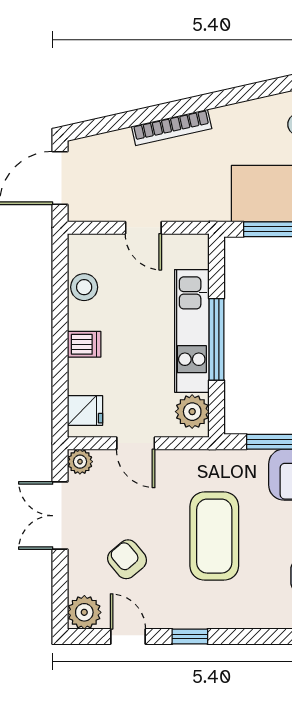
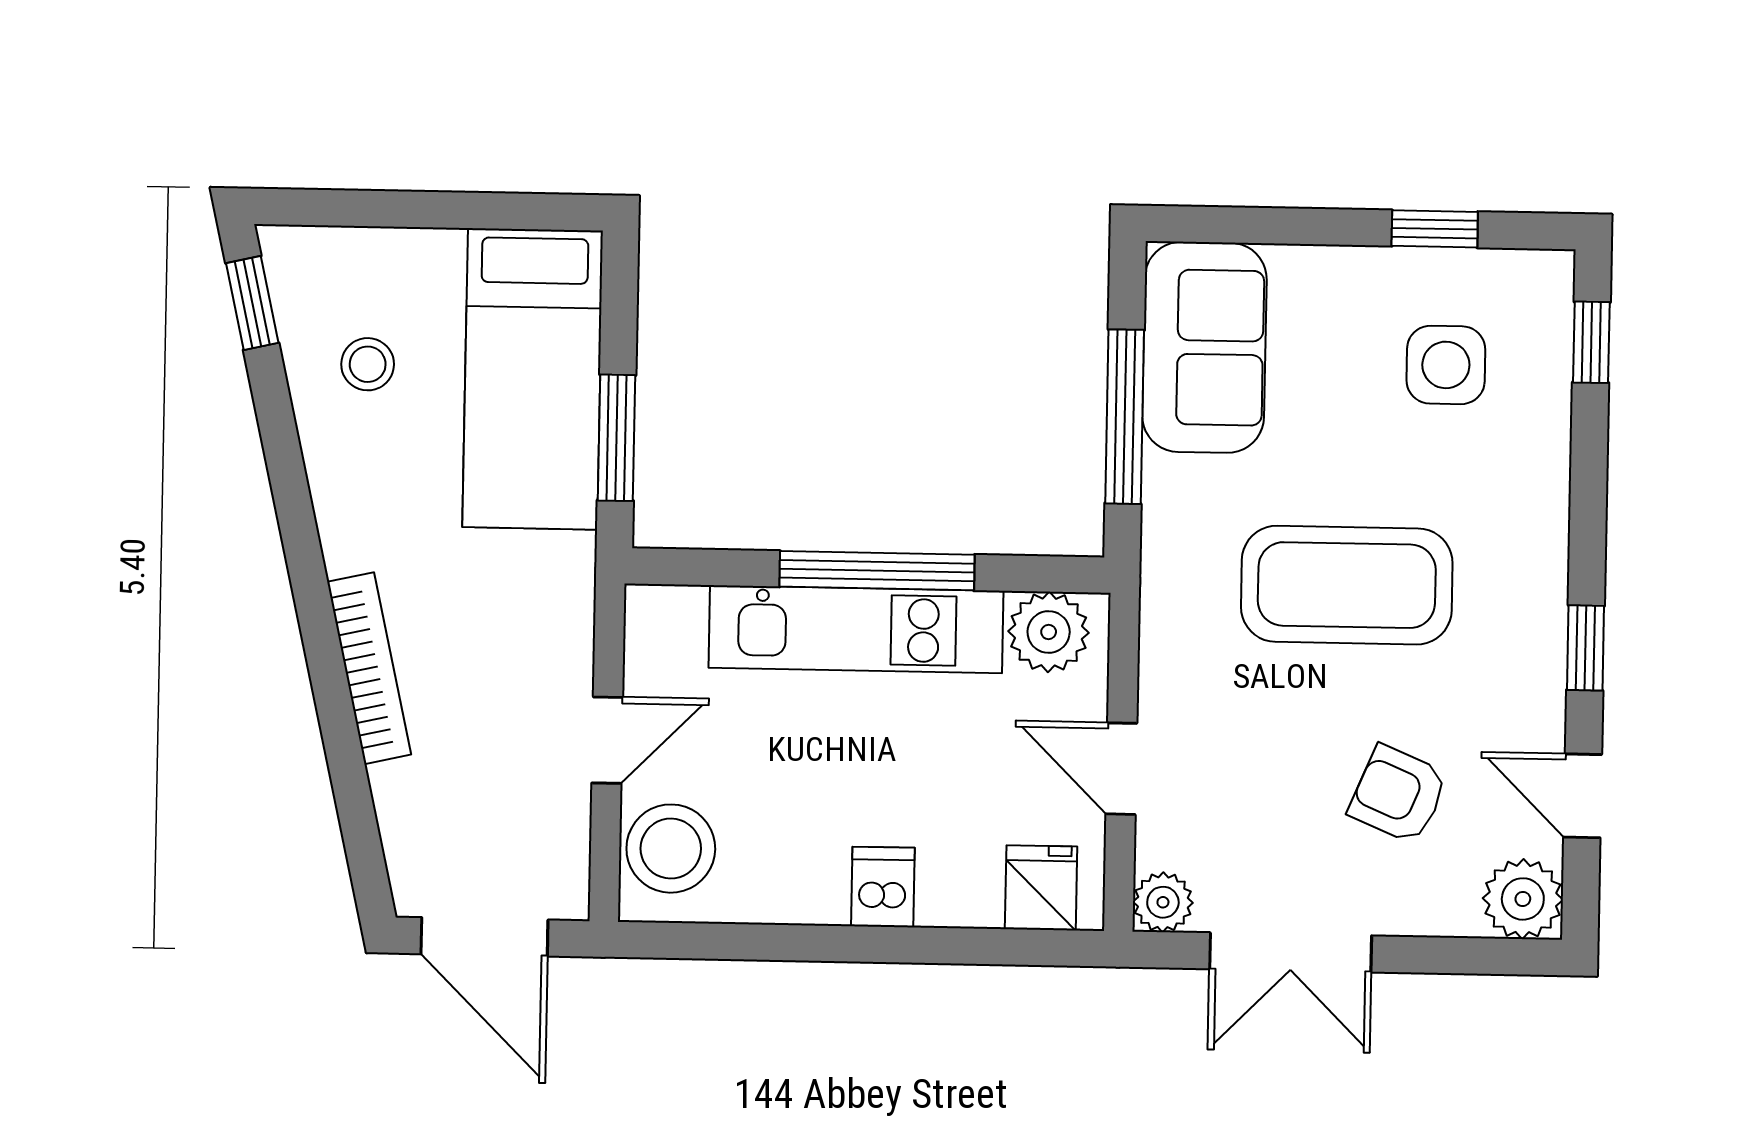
stool: (84, 287) -> (671, 849), moved, width x1.38, depth x1.38
door: (136, 443) -> (1121, 769), swing flipped
armchair: (127, 559) -> (1398, 794), turned 63
door: (128, 637) -> (1583, 796), hinge flipped

